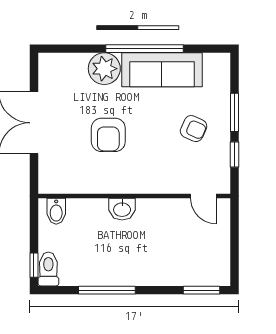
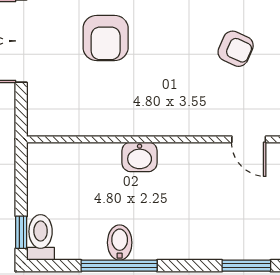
armchair: (108, 135) -> (106, 38), moved
bidet: (56, 211) -> (120, 243), moved, turned 180

